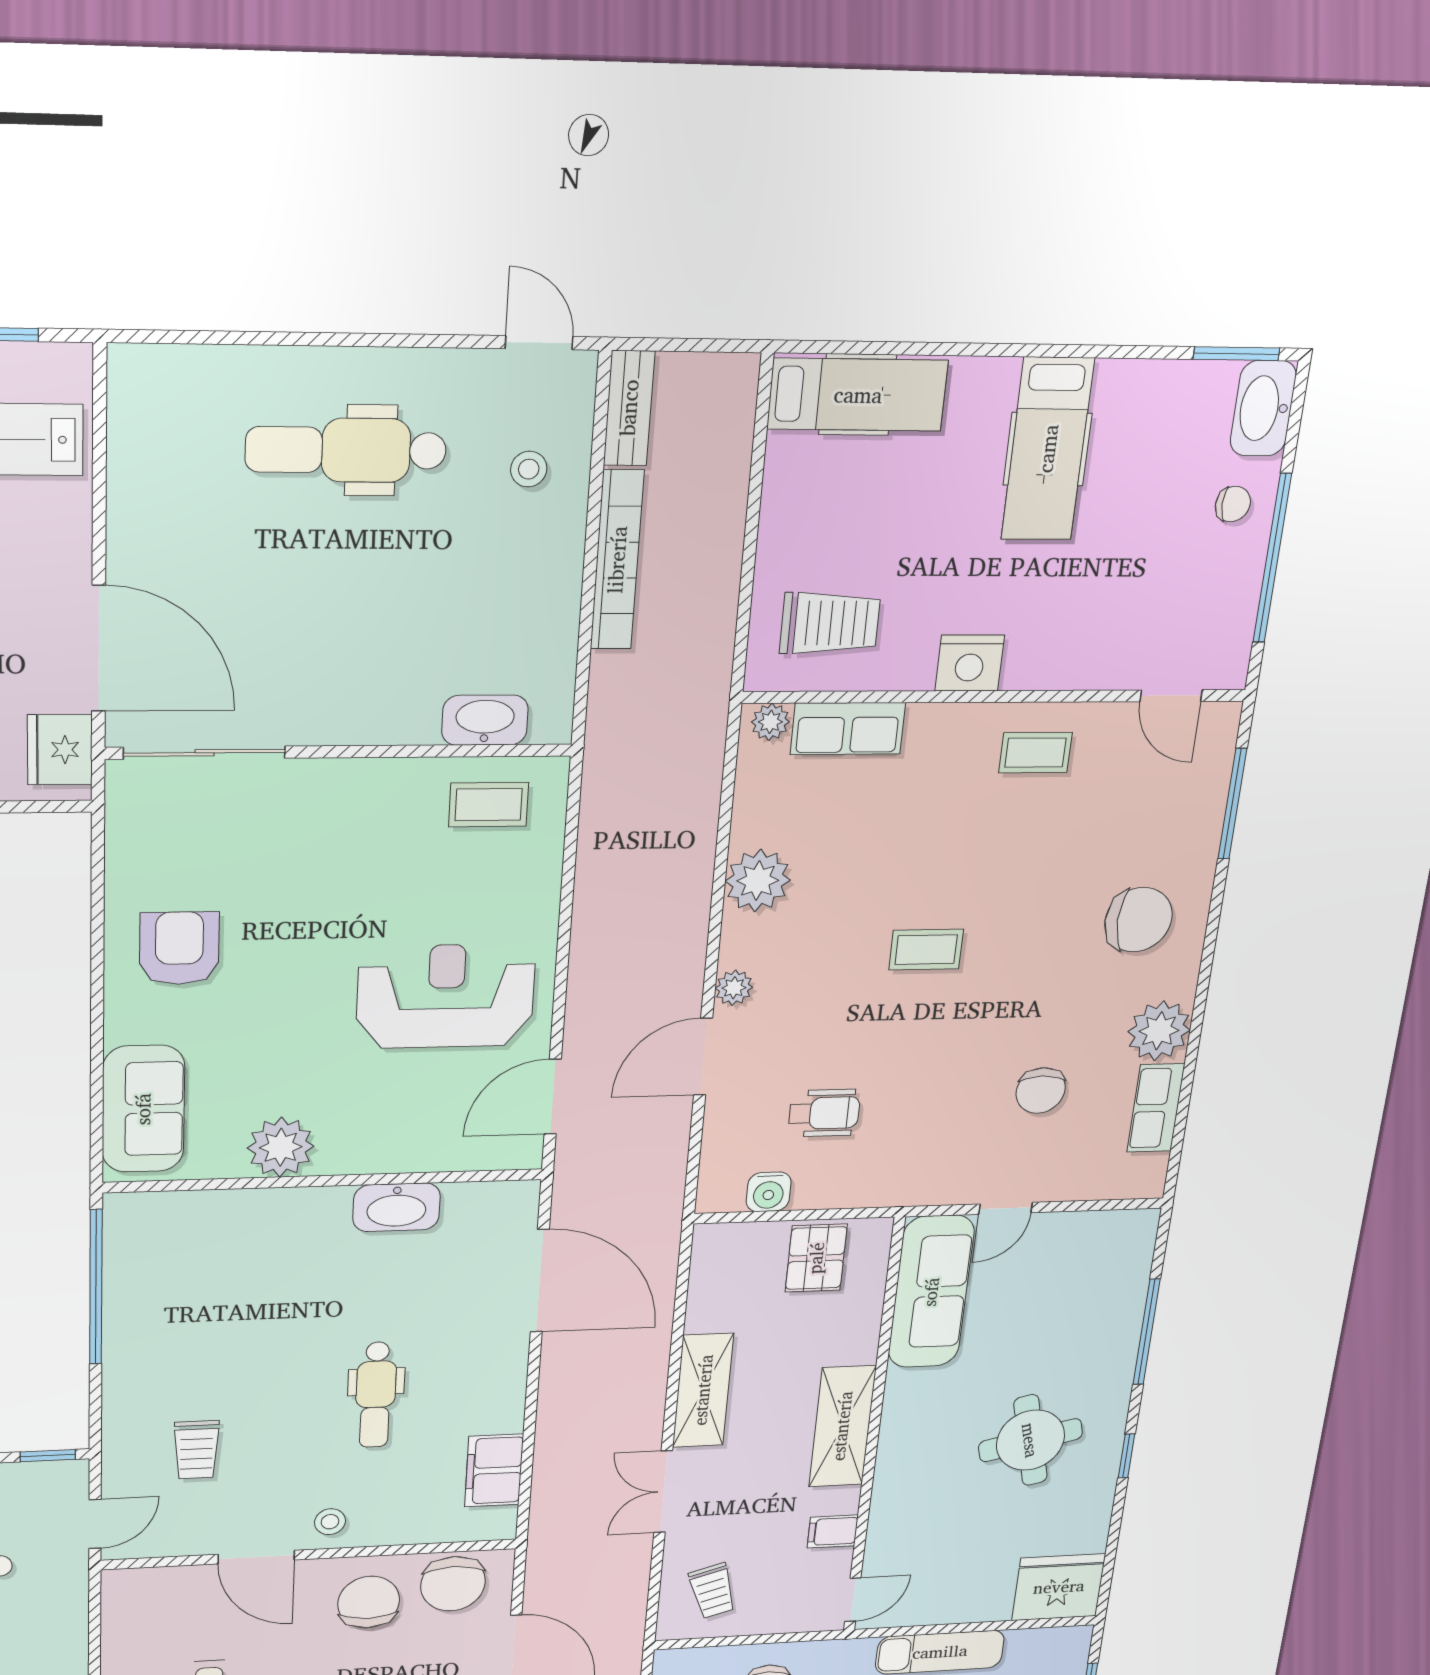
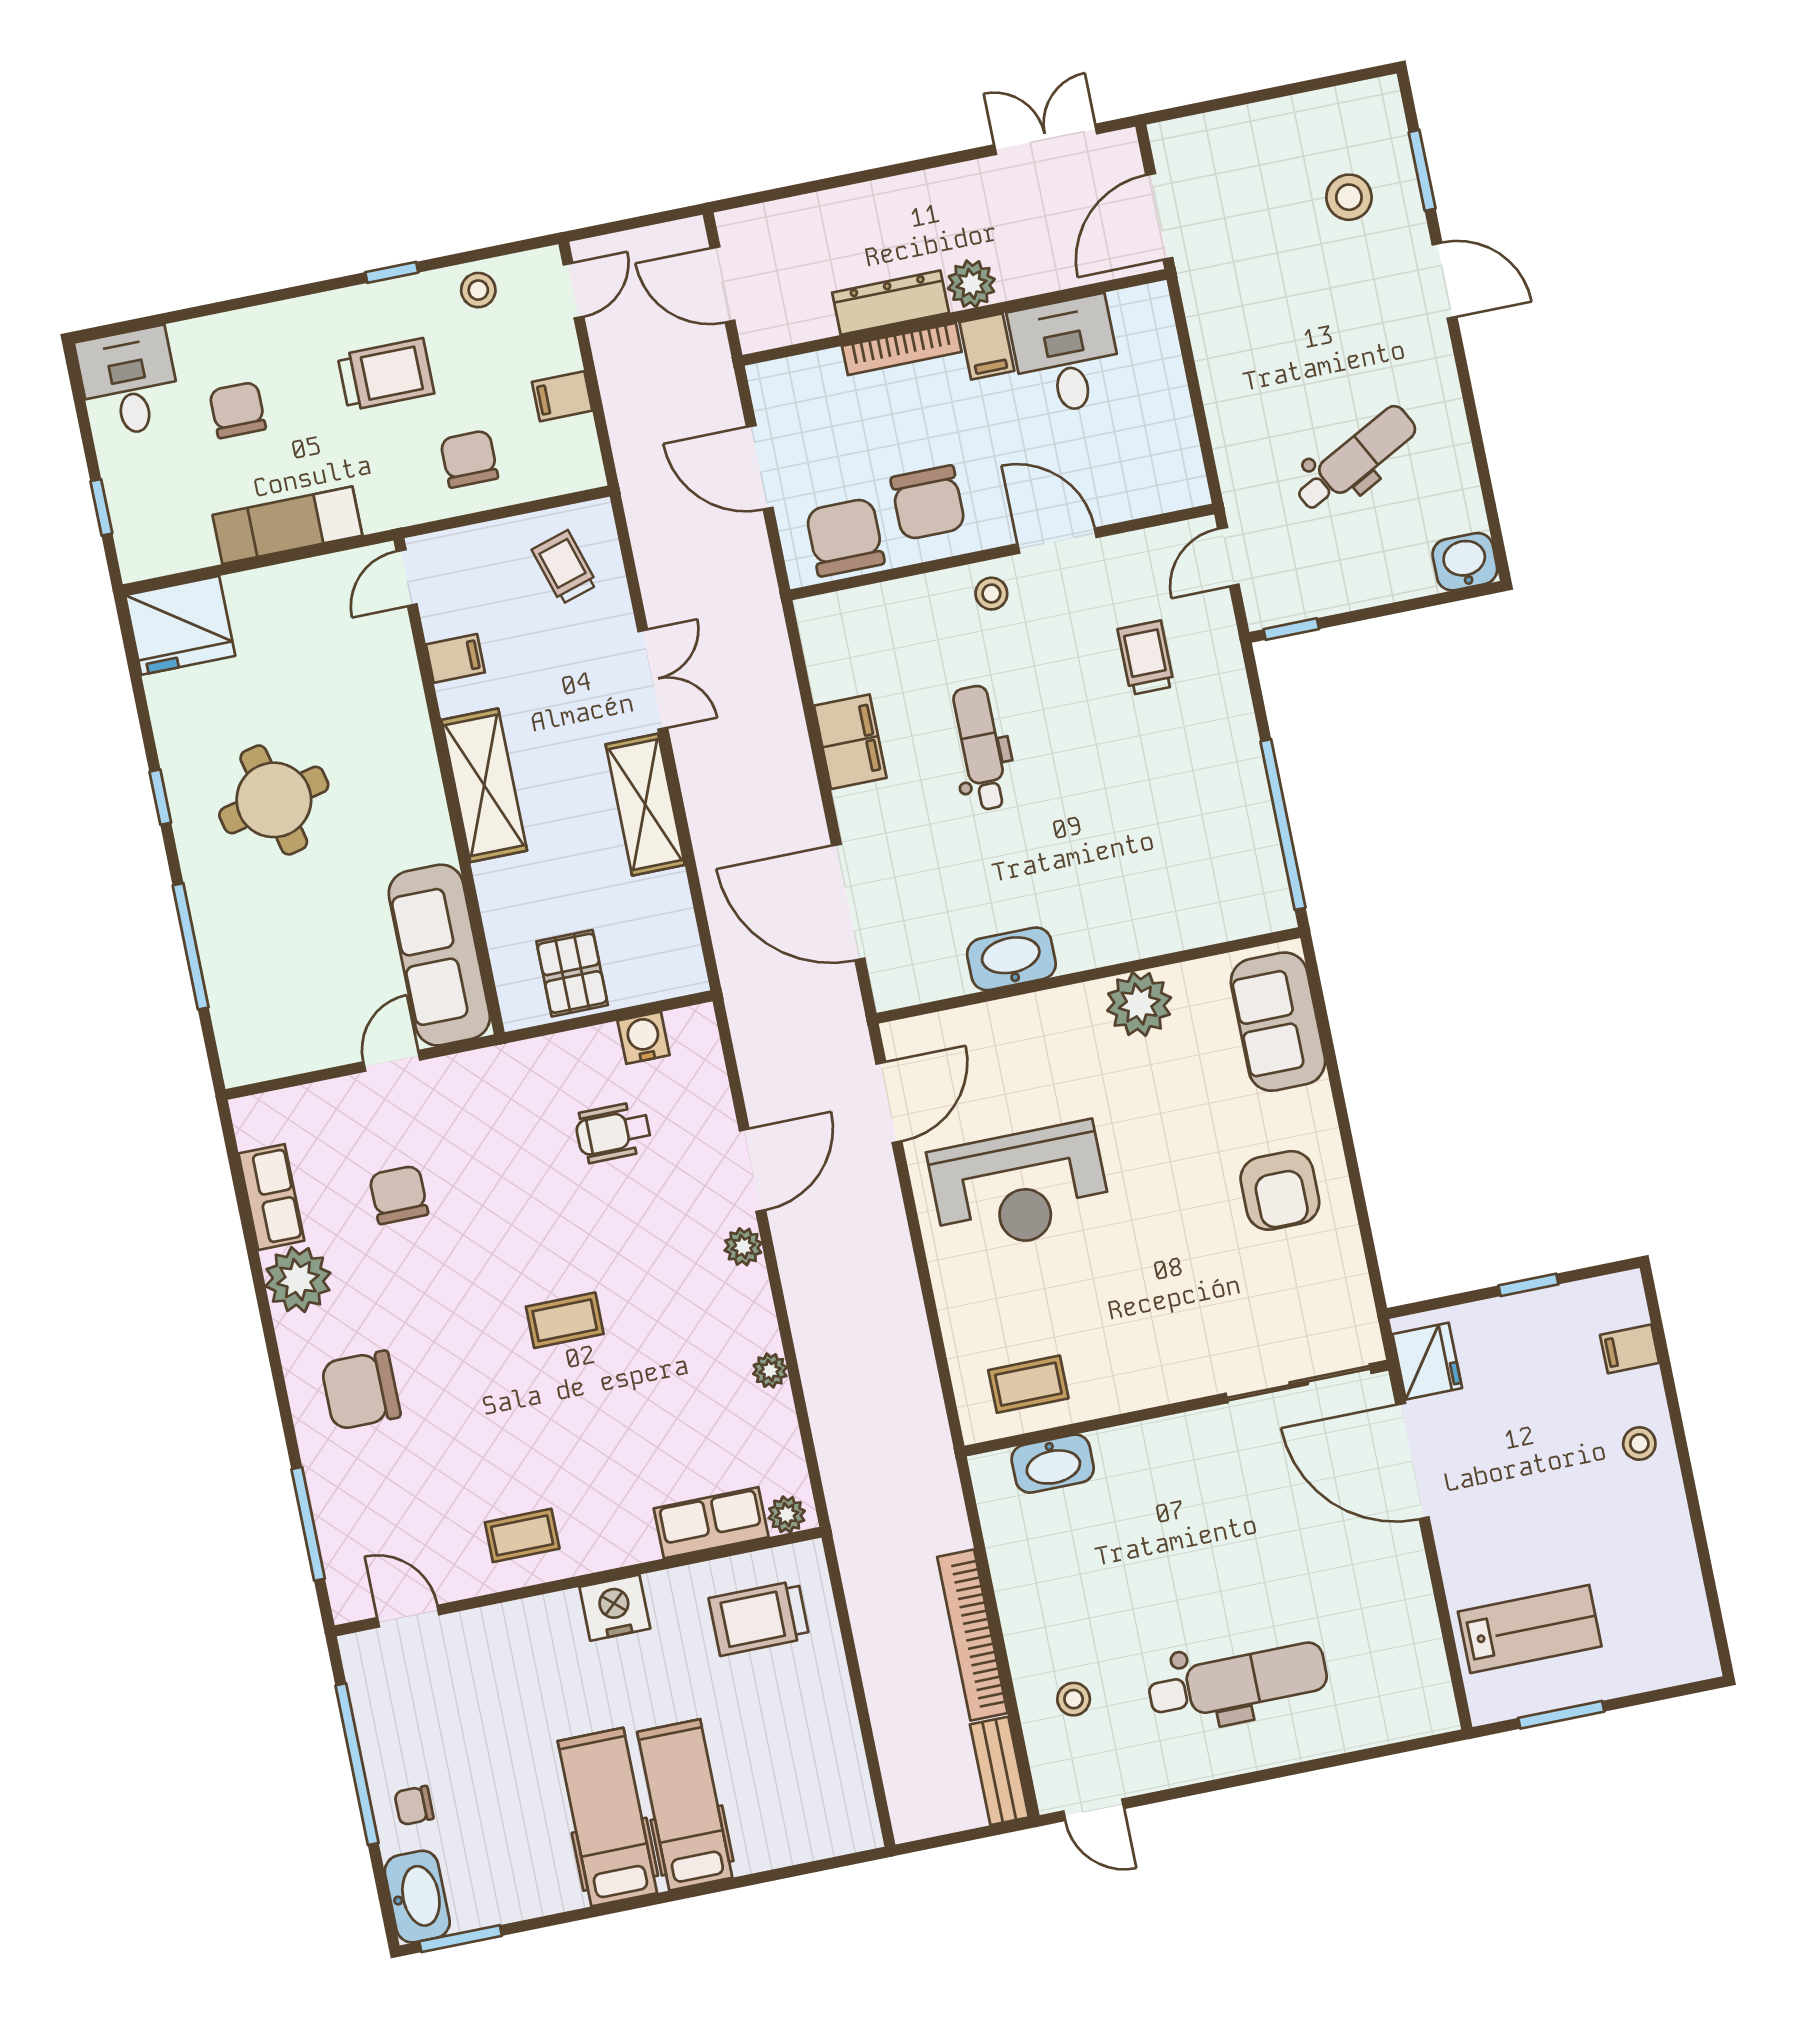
hospital bed: (858, 395) -> (685, 1805), moved, turned 90
plant: (758, 881) -> (770, 1371), width x0.53, depth x0.53
filing cabinet: (494, 1470) -> (850, 742), moved

